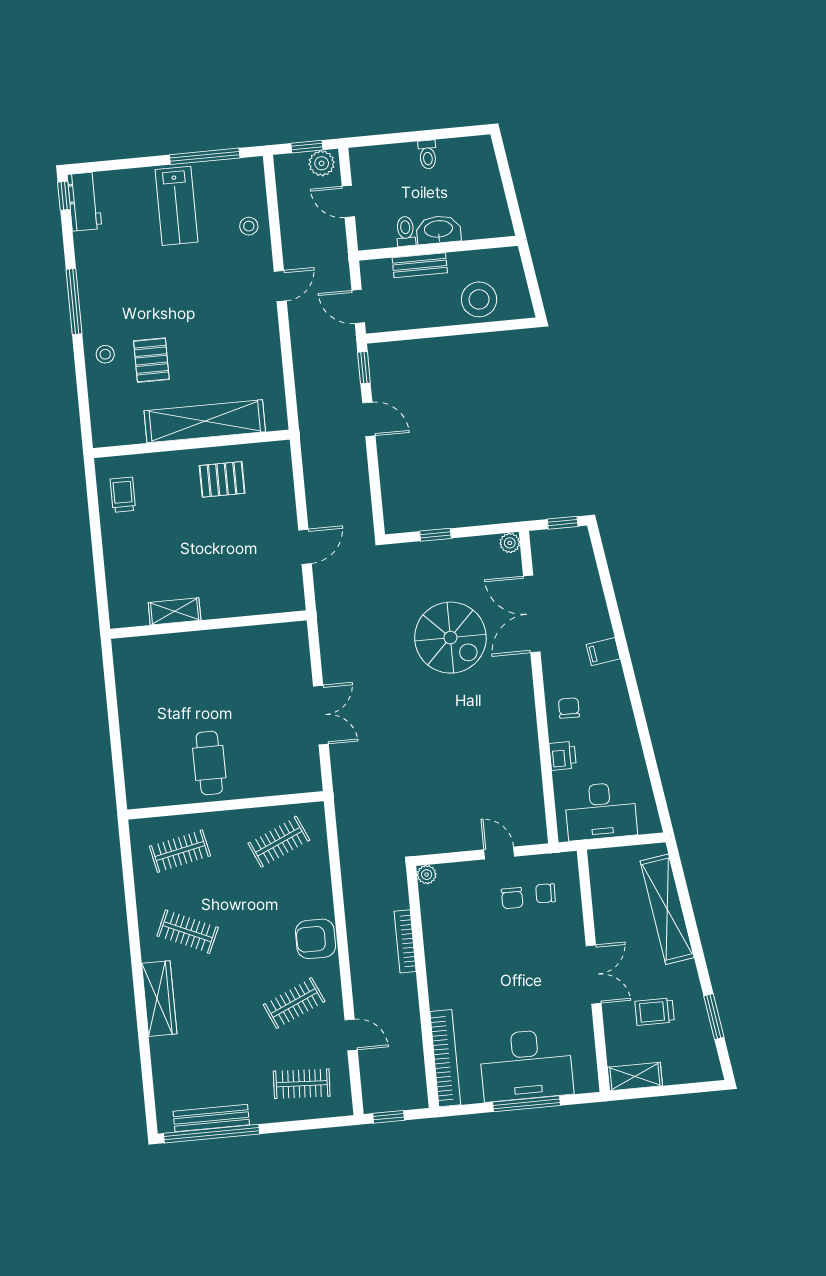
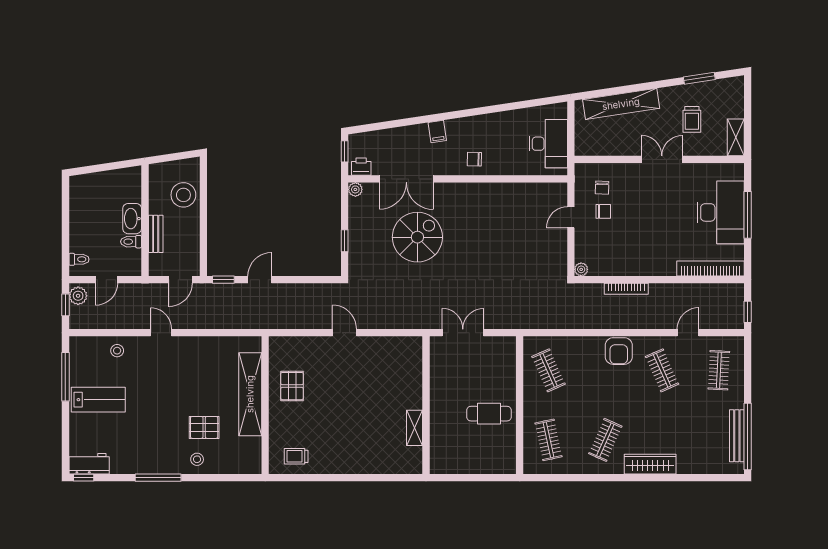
toilet: (428, 155) -> (79, 259), moved
shelving: (175, 611) -> (414, 428), moved
wall: (208, 625) -> (426, 405), moved
printer: (563, 756) -> (361, 167), moved

